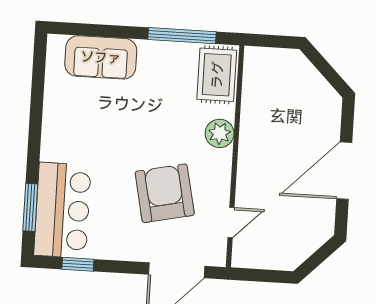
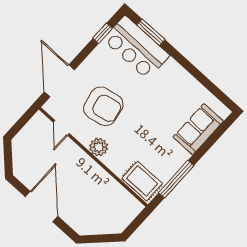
plant: (220, 133) -> (99, 147), moved

